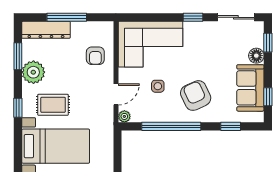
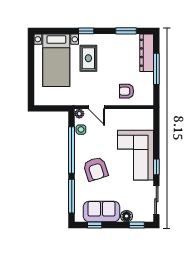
corner sofa: (151, 44) -> (135, 155), moved
plant: (33, 72) -> (114, 43), removed
side table: (158, 86) -> (81, 130), moved
armchair: (196, 96) -> (96, 169), turned 97
window: (231, 126) -> (72, 196), width x2.17

